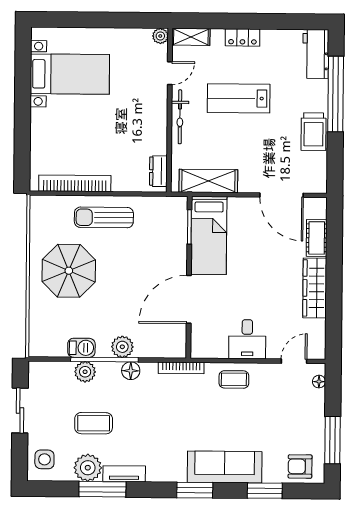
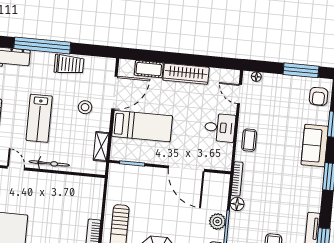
stool: (259, 158) -> (85, 107), added
dresser: (158, 171) -> (88, 183), removed
shelving: (208, 181) -> (101, 146), width x0.67, depth x0.75
bed: (209, 235) -> (142, 126), moved
floor lamp: (131, 371) -> (237, 204), moved
sofa: (225, 467) -> (315, 146), width x0.73

